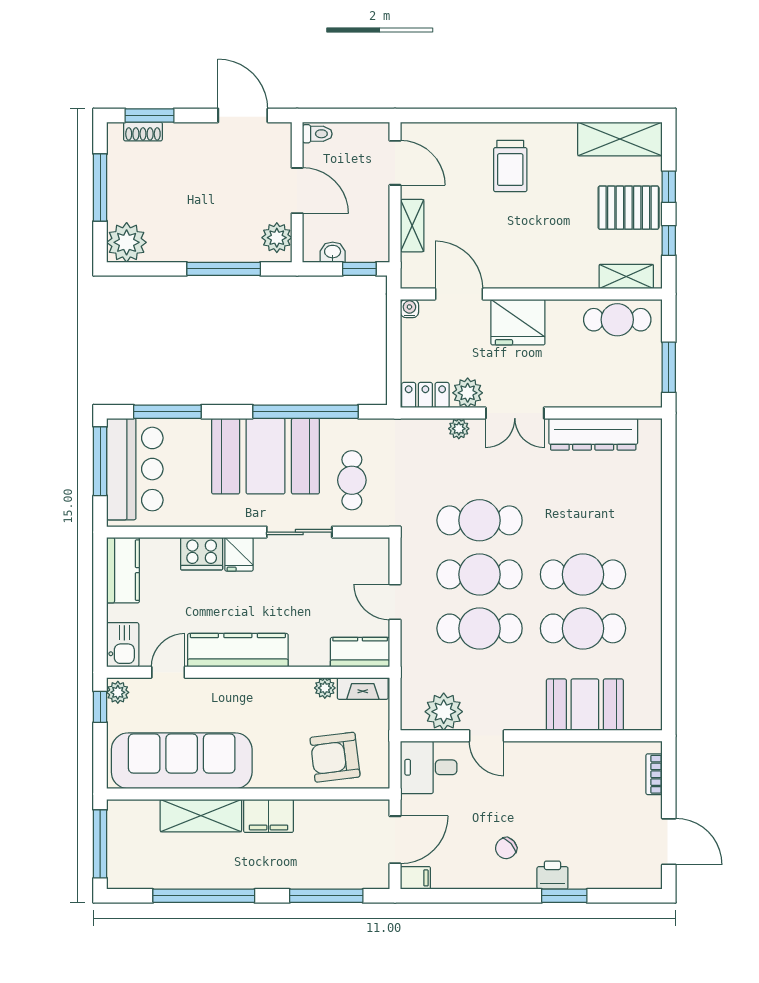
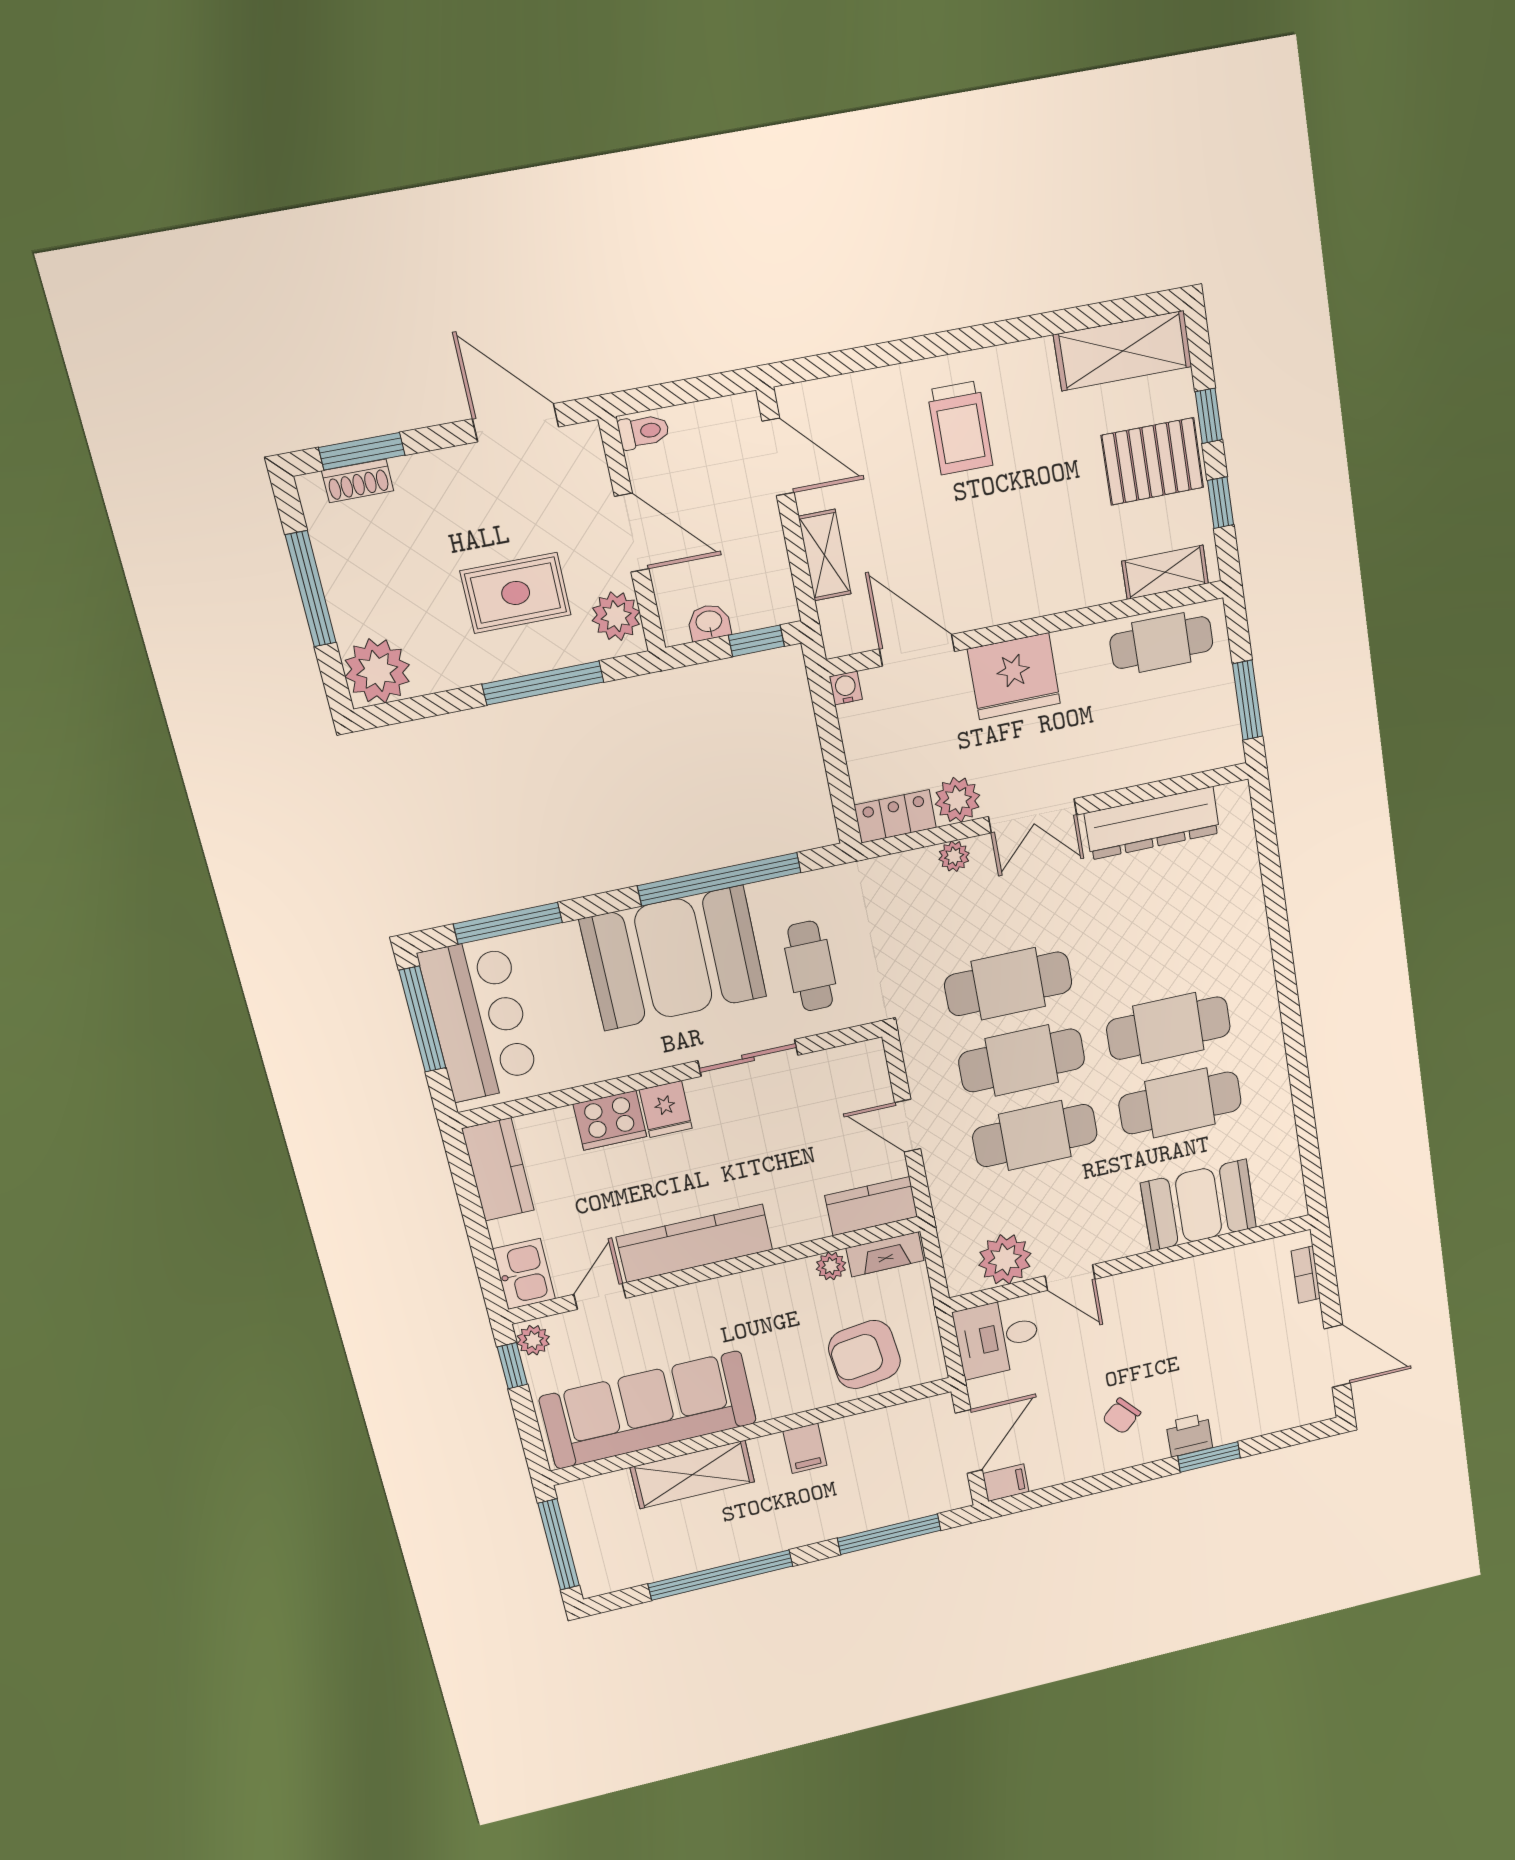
rug: (220, 213) -> (516, 593), added
filing cabinet: (269, 816) -> (805, 1448), width x0.50

